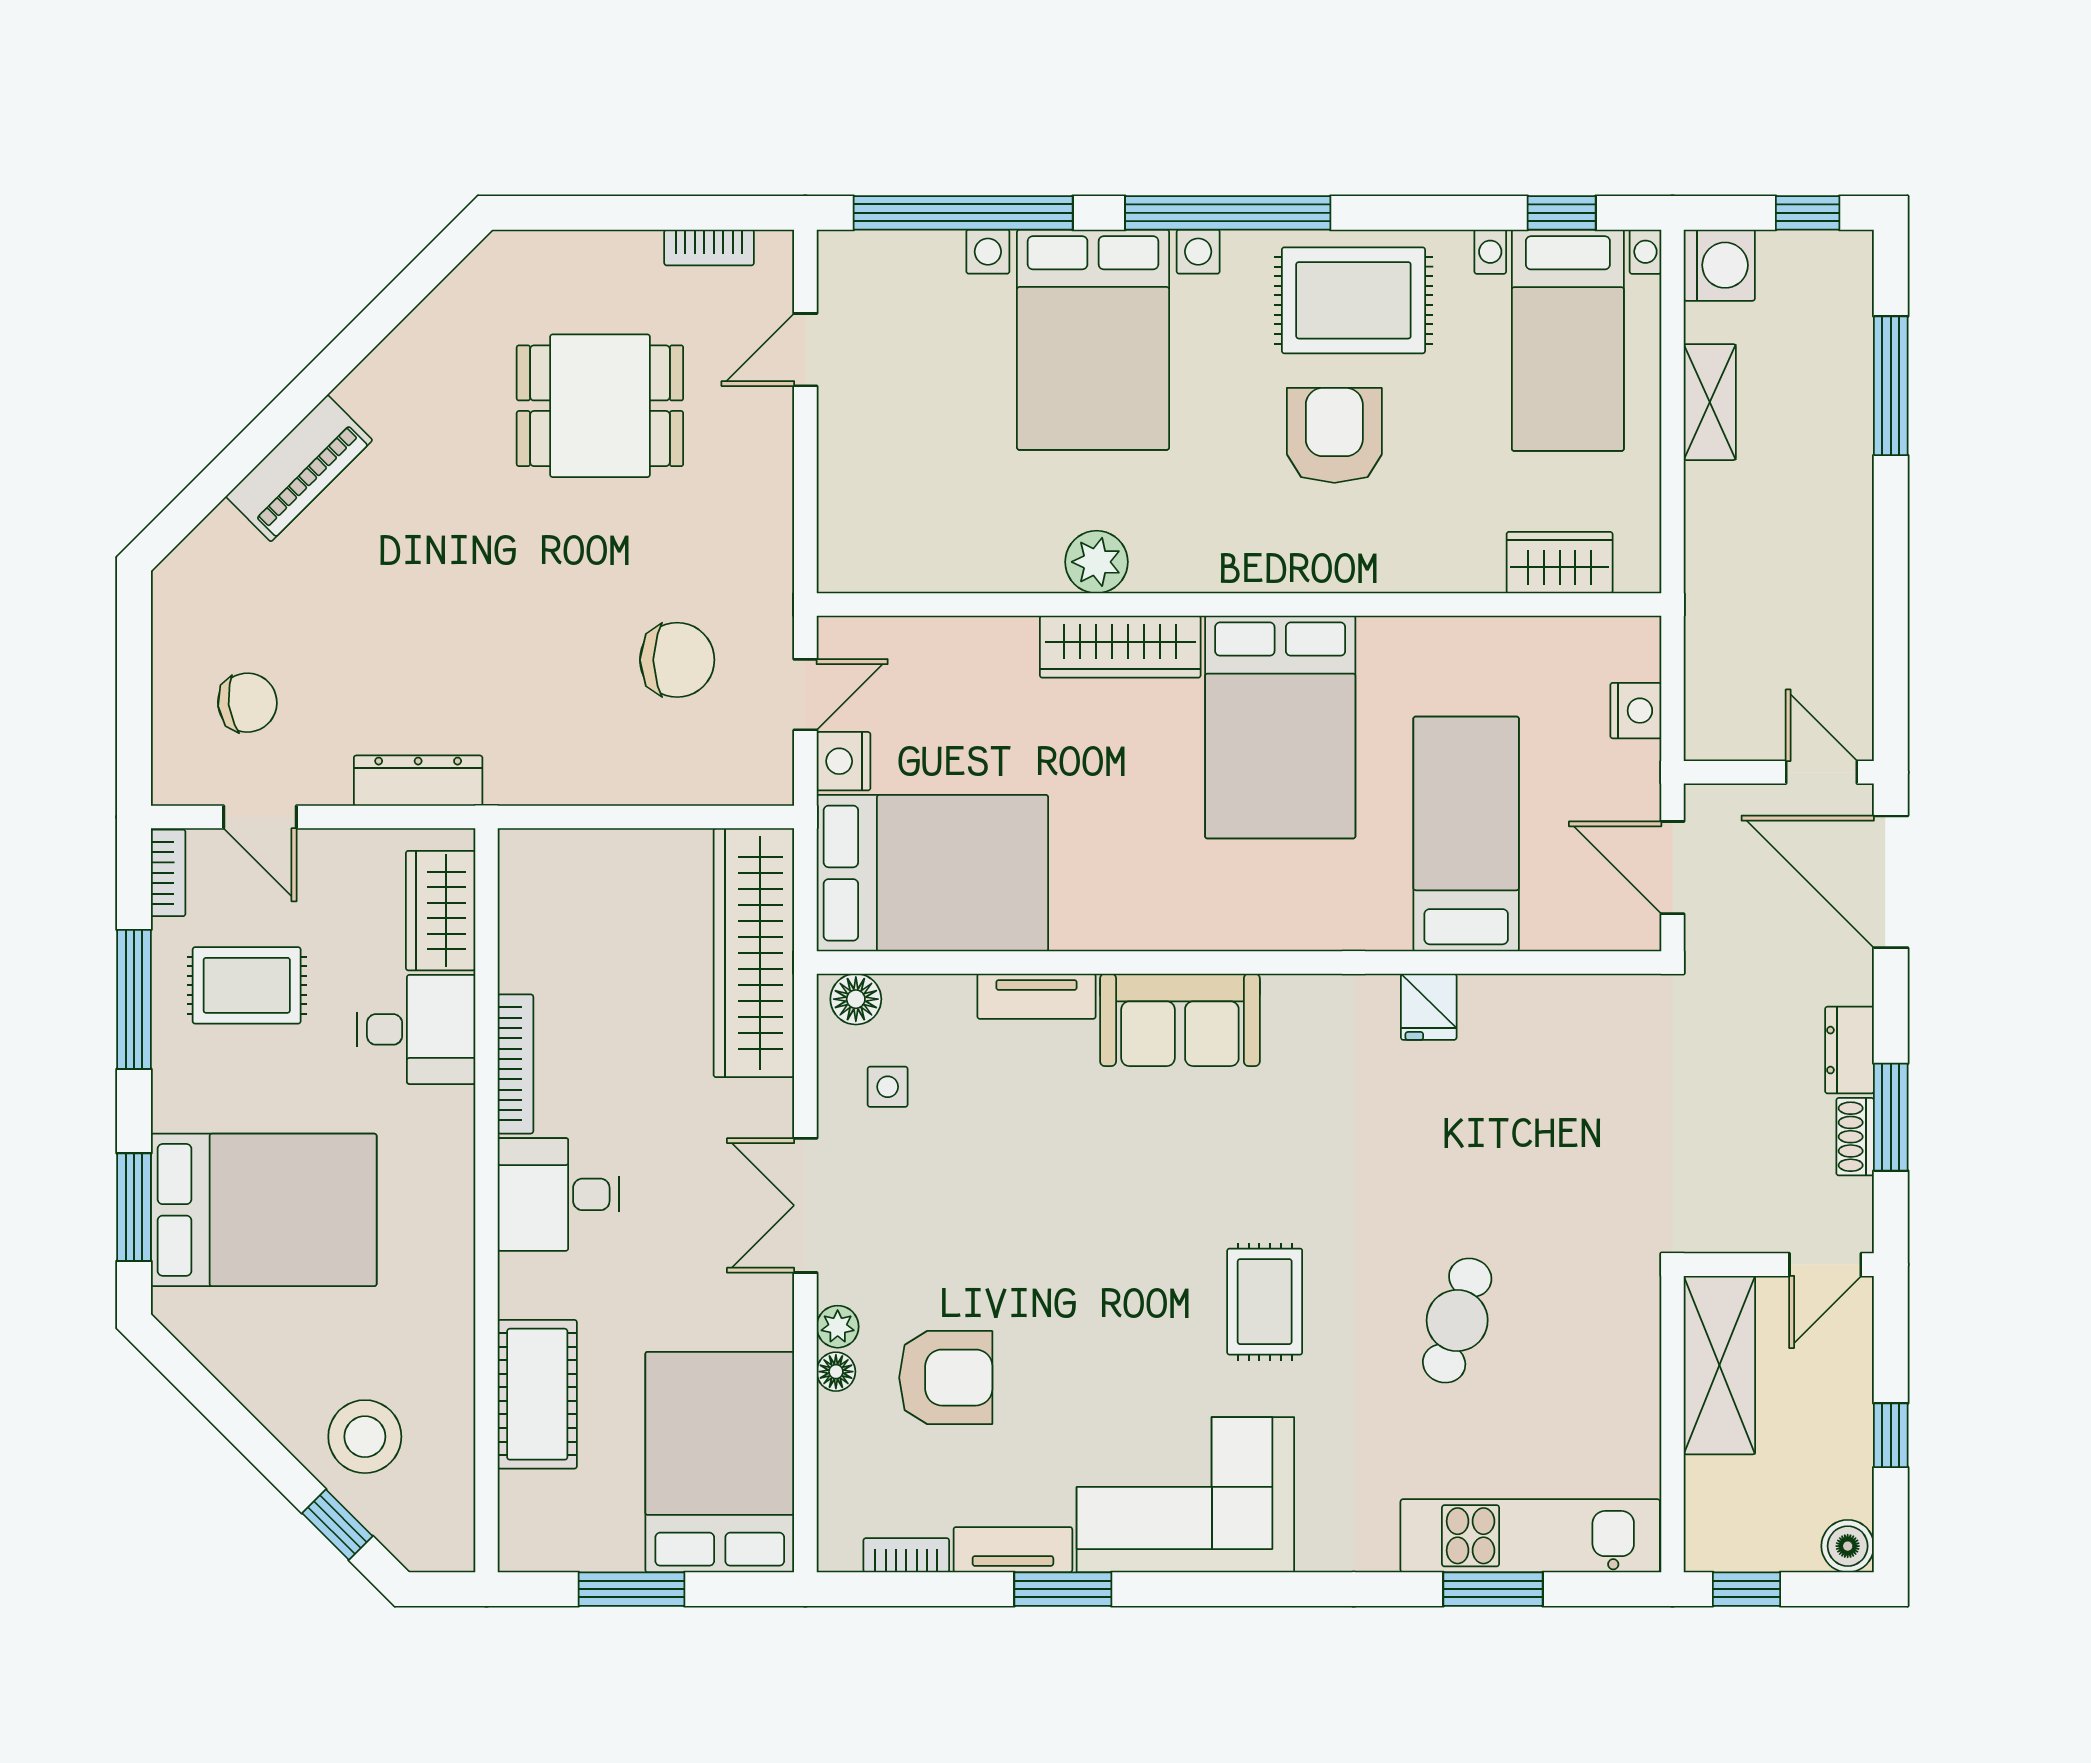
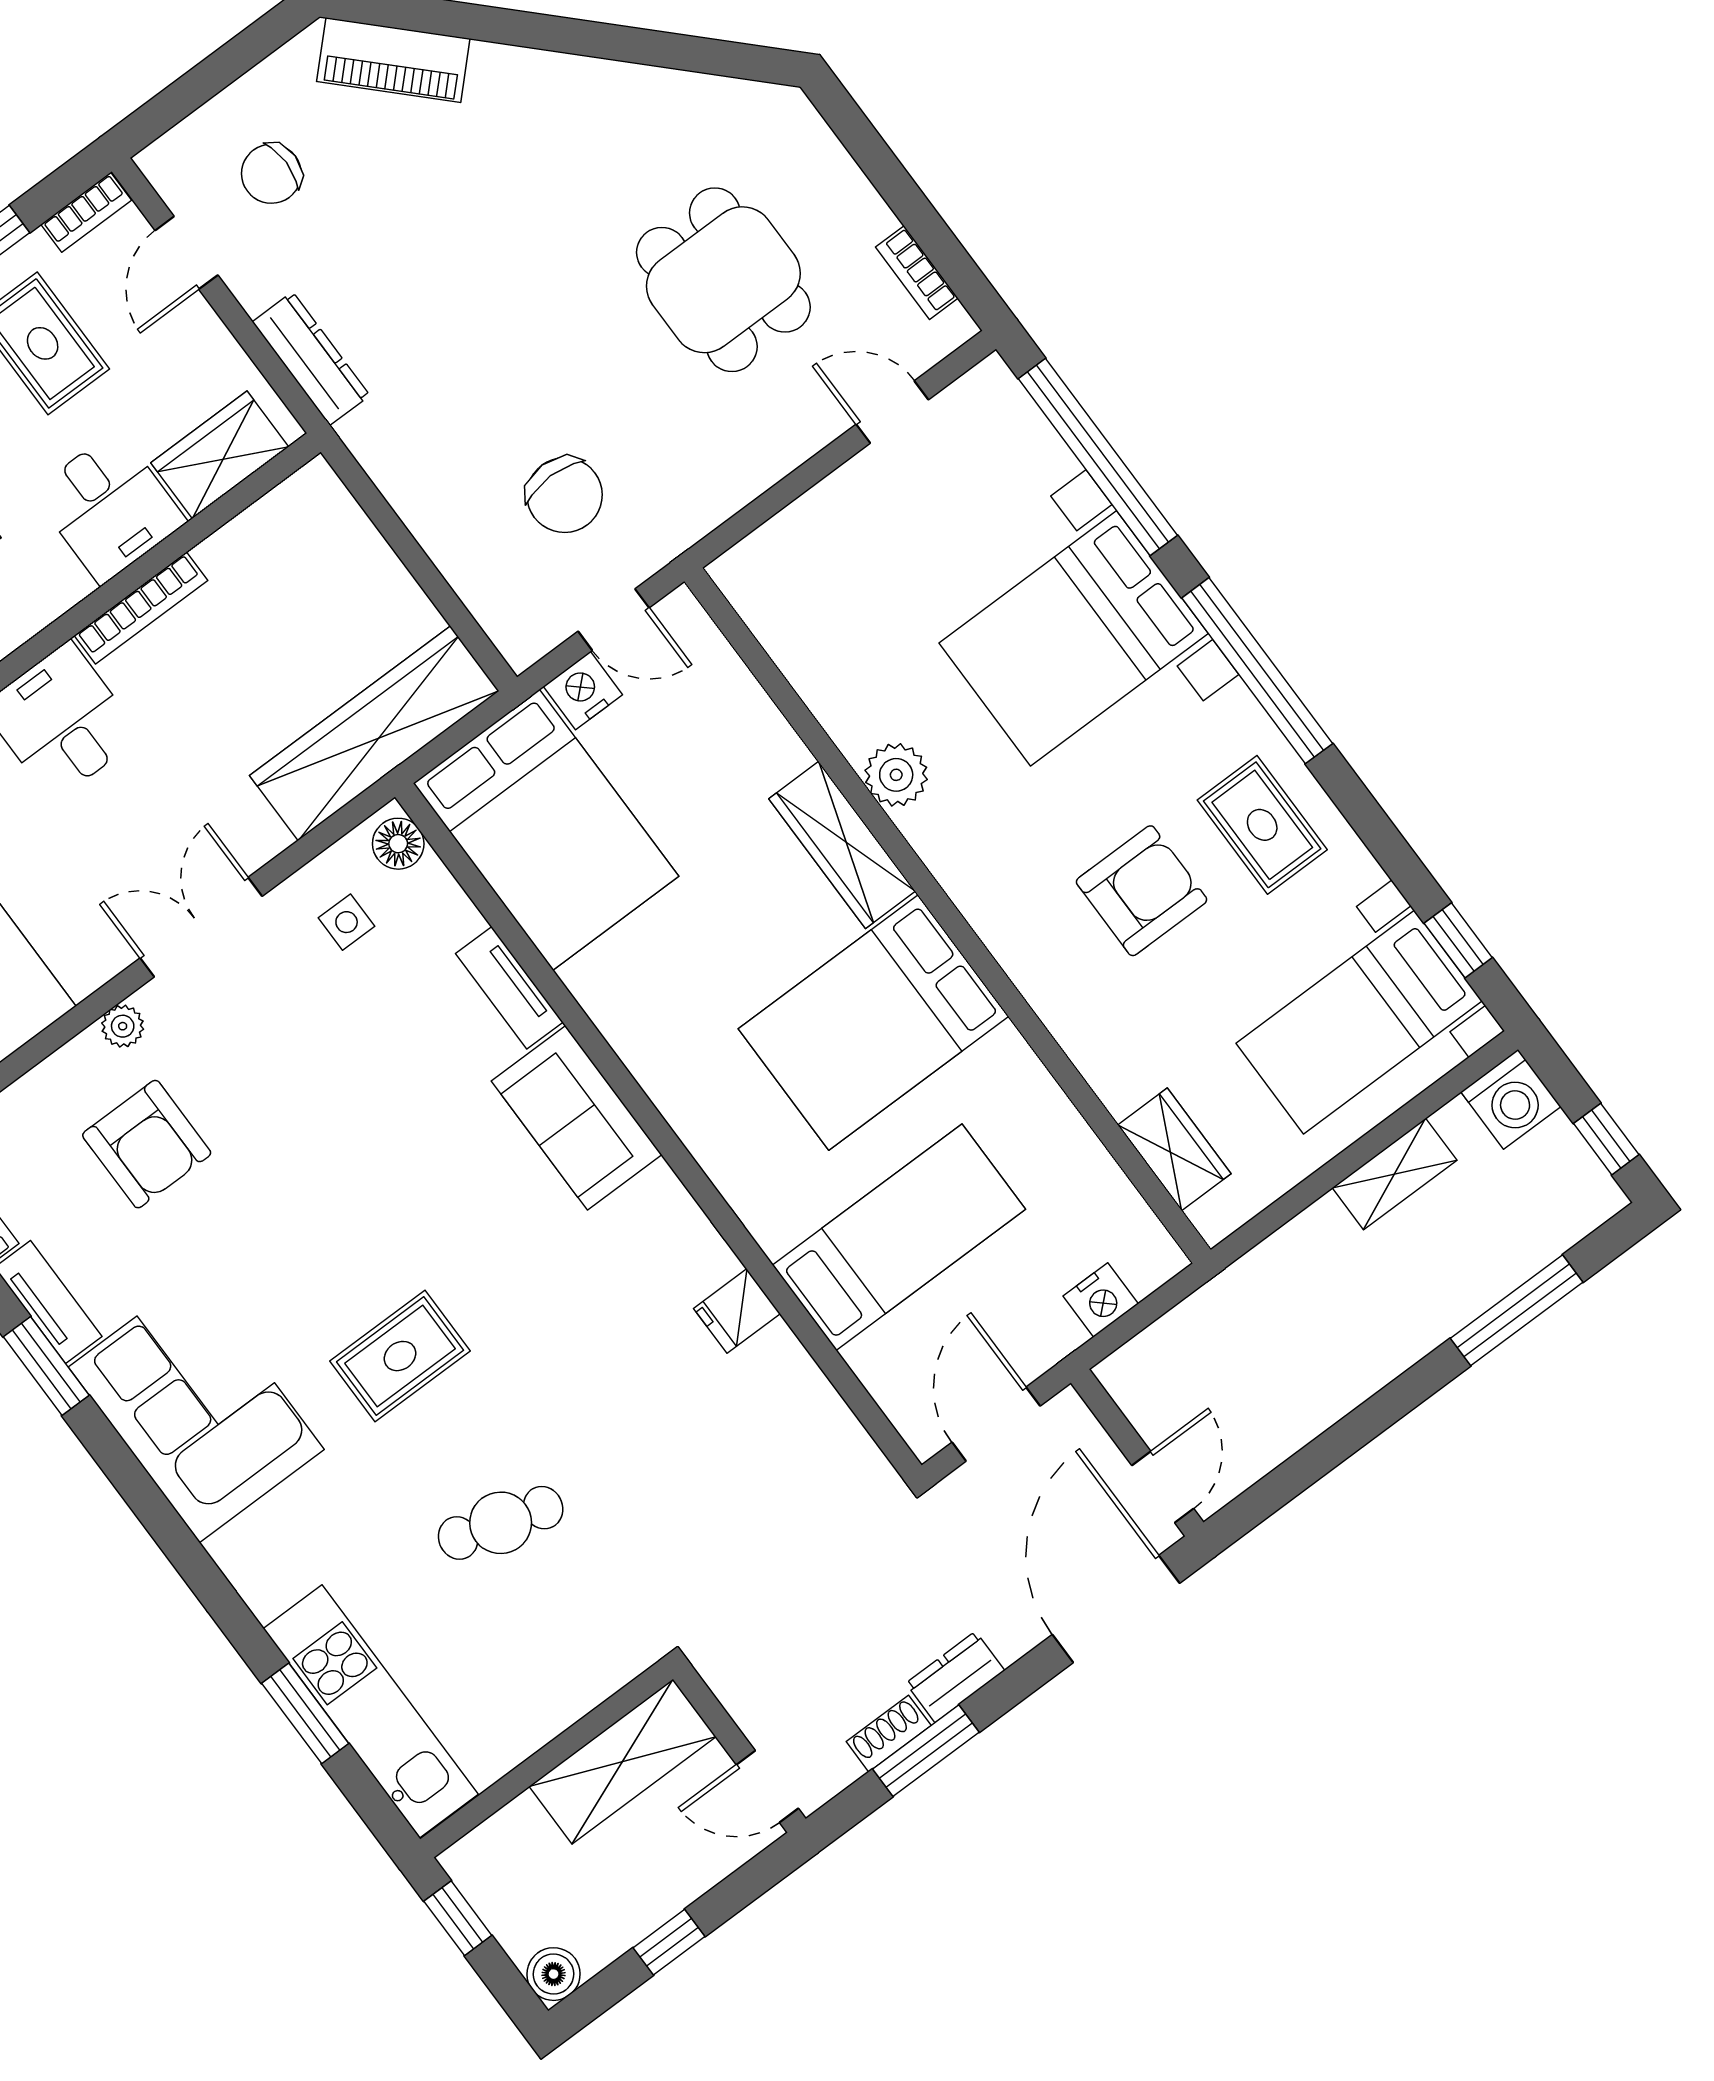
rug: (1353, 300) -> (1262, 825), width x0.73, depth x0.70
piano: (299, 468) -> (393, 60), moved
chair: (247, 703) -> (271, 174), turned 97
floor lamp: (836, 1372) -> (85, 1052), removed

